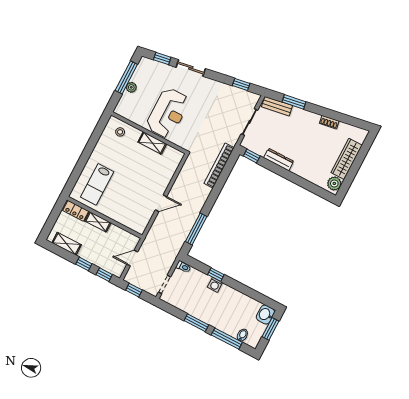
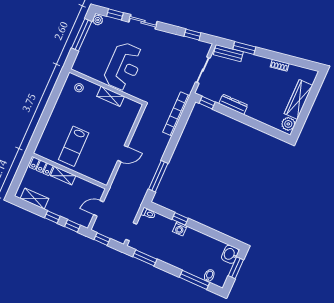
plant: (131, 87) -> (98, 20), moved
lab bench: (97, 184) -> (74, 146), moved
window: (196, 323) -> (145, 258), moved

